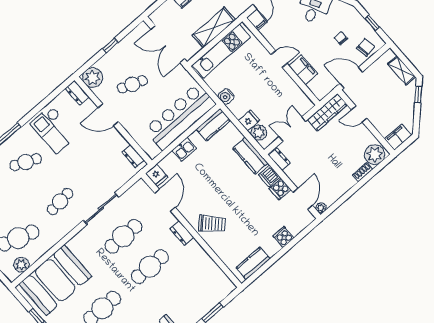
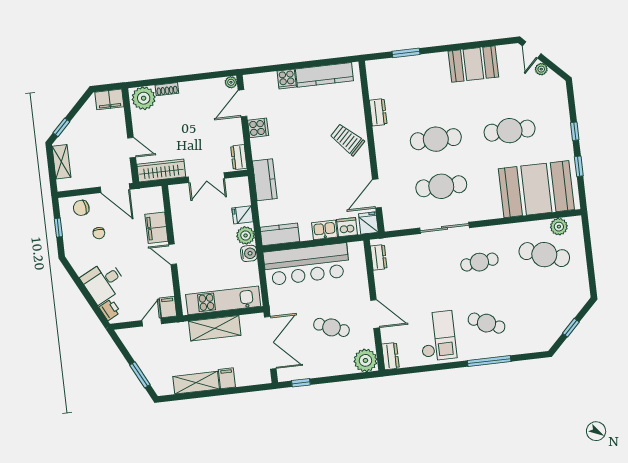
window: (110, 45) -> (301, 383), moved
plant: (259, 133) -> (246, 235), moved
dishwasher: (269, 176) -> (347, 227), moved, turned -90
dresser: (182, 233) -> (378, 112), moved
kitchen counter: (253, 263) -> (324, 75), width x1.50

